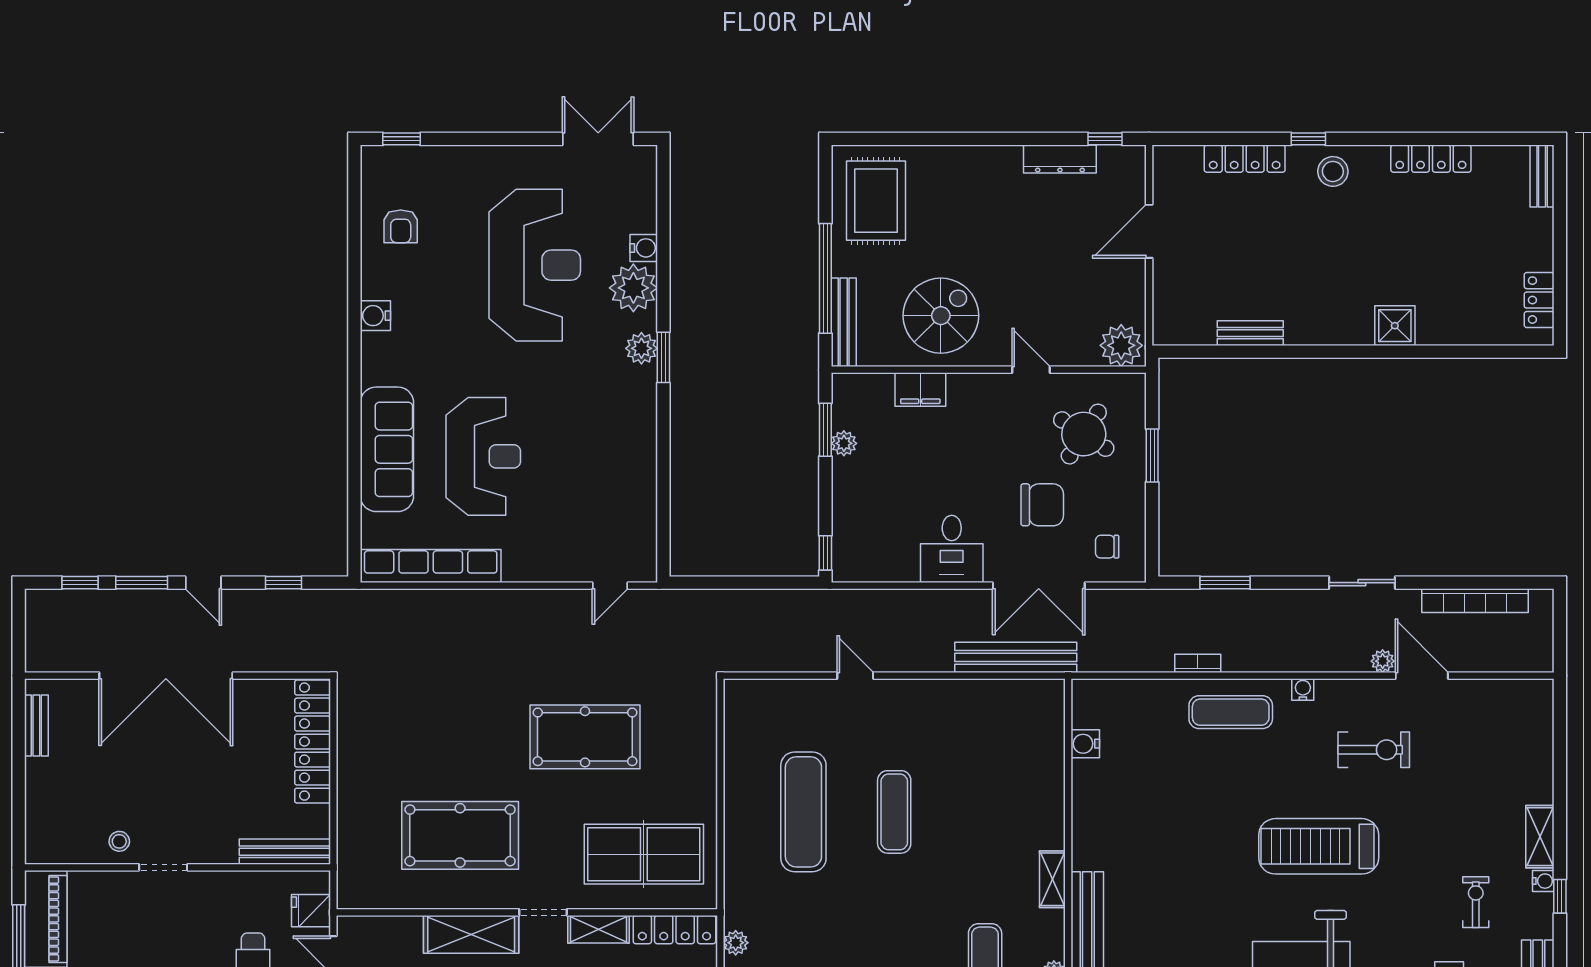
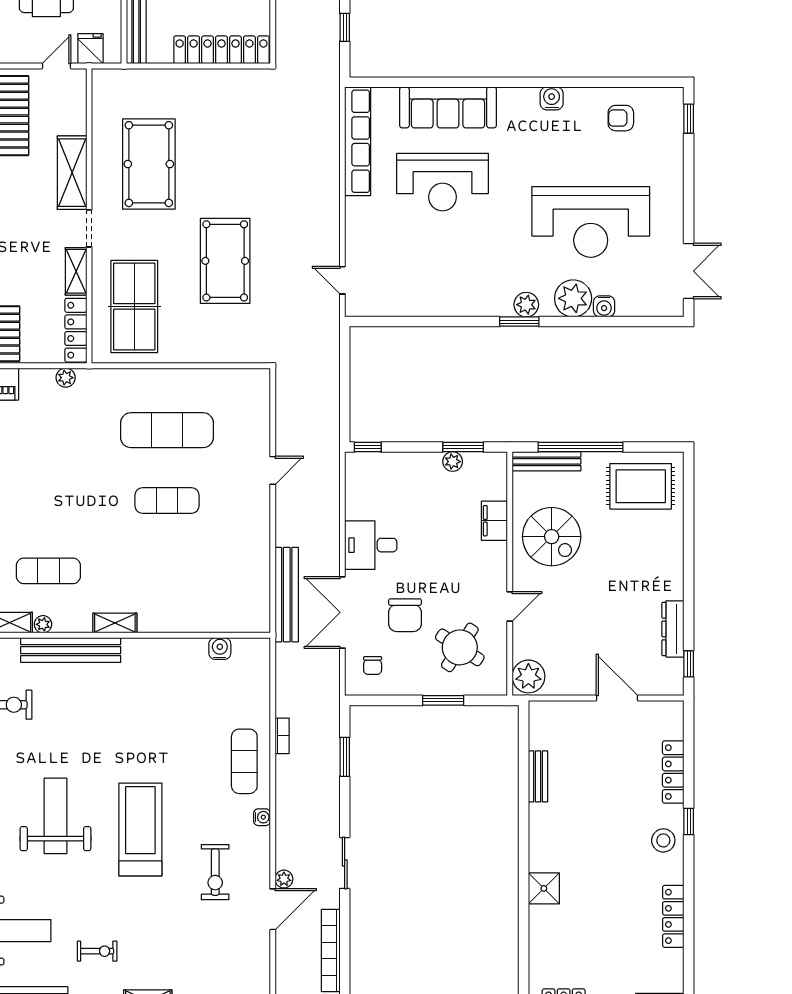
chair: (1107, 547) -> (373, 665), turned 180

